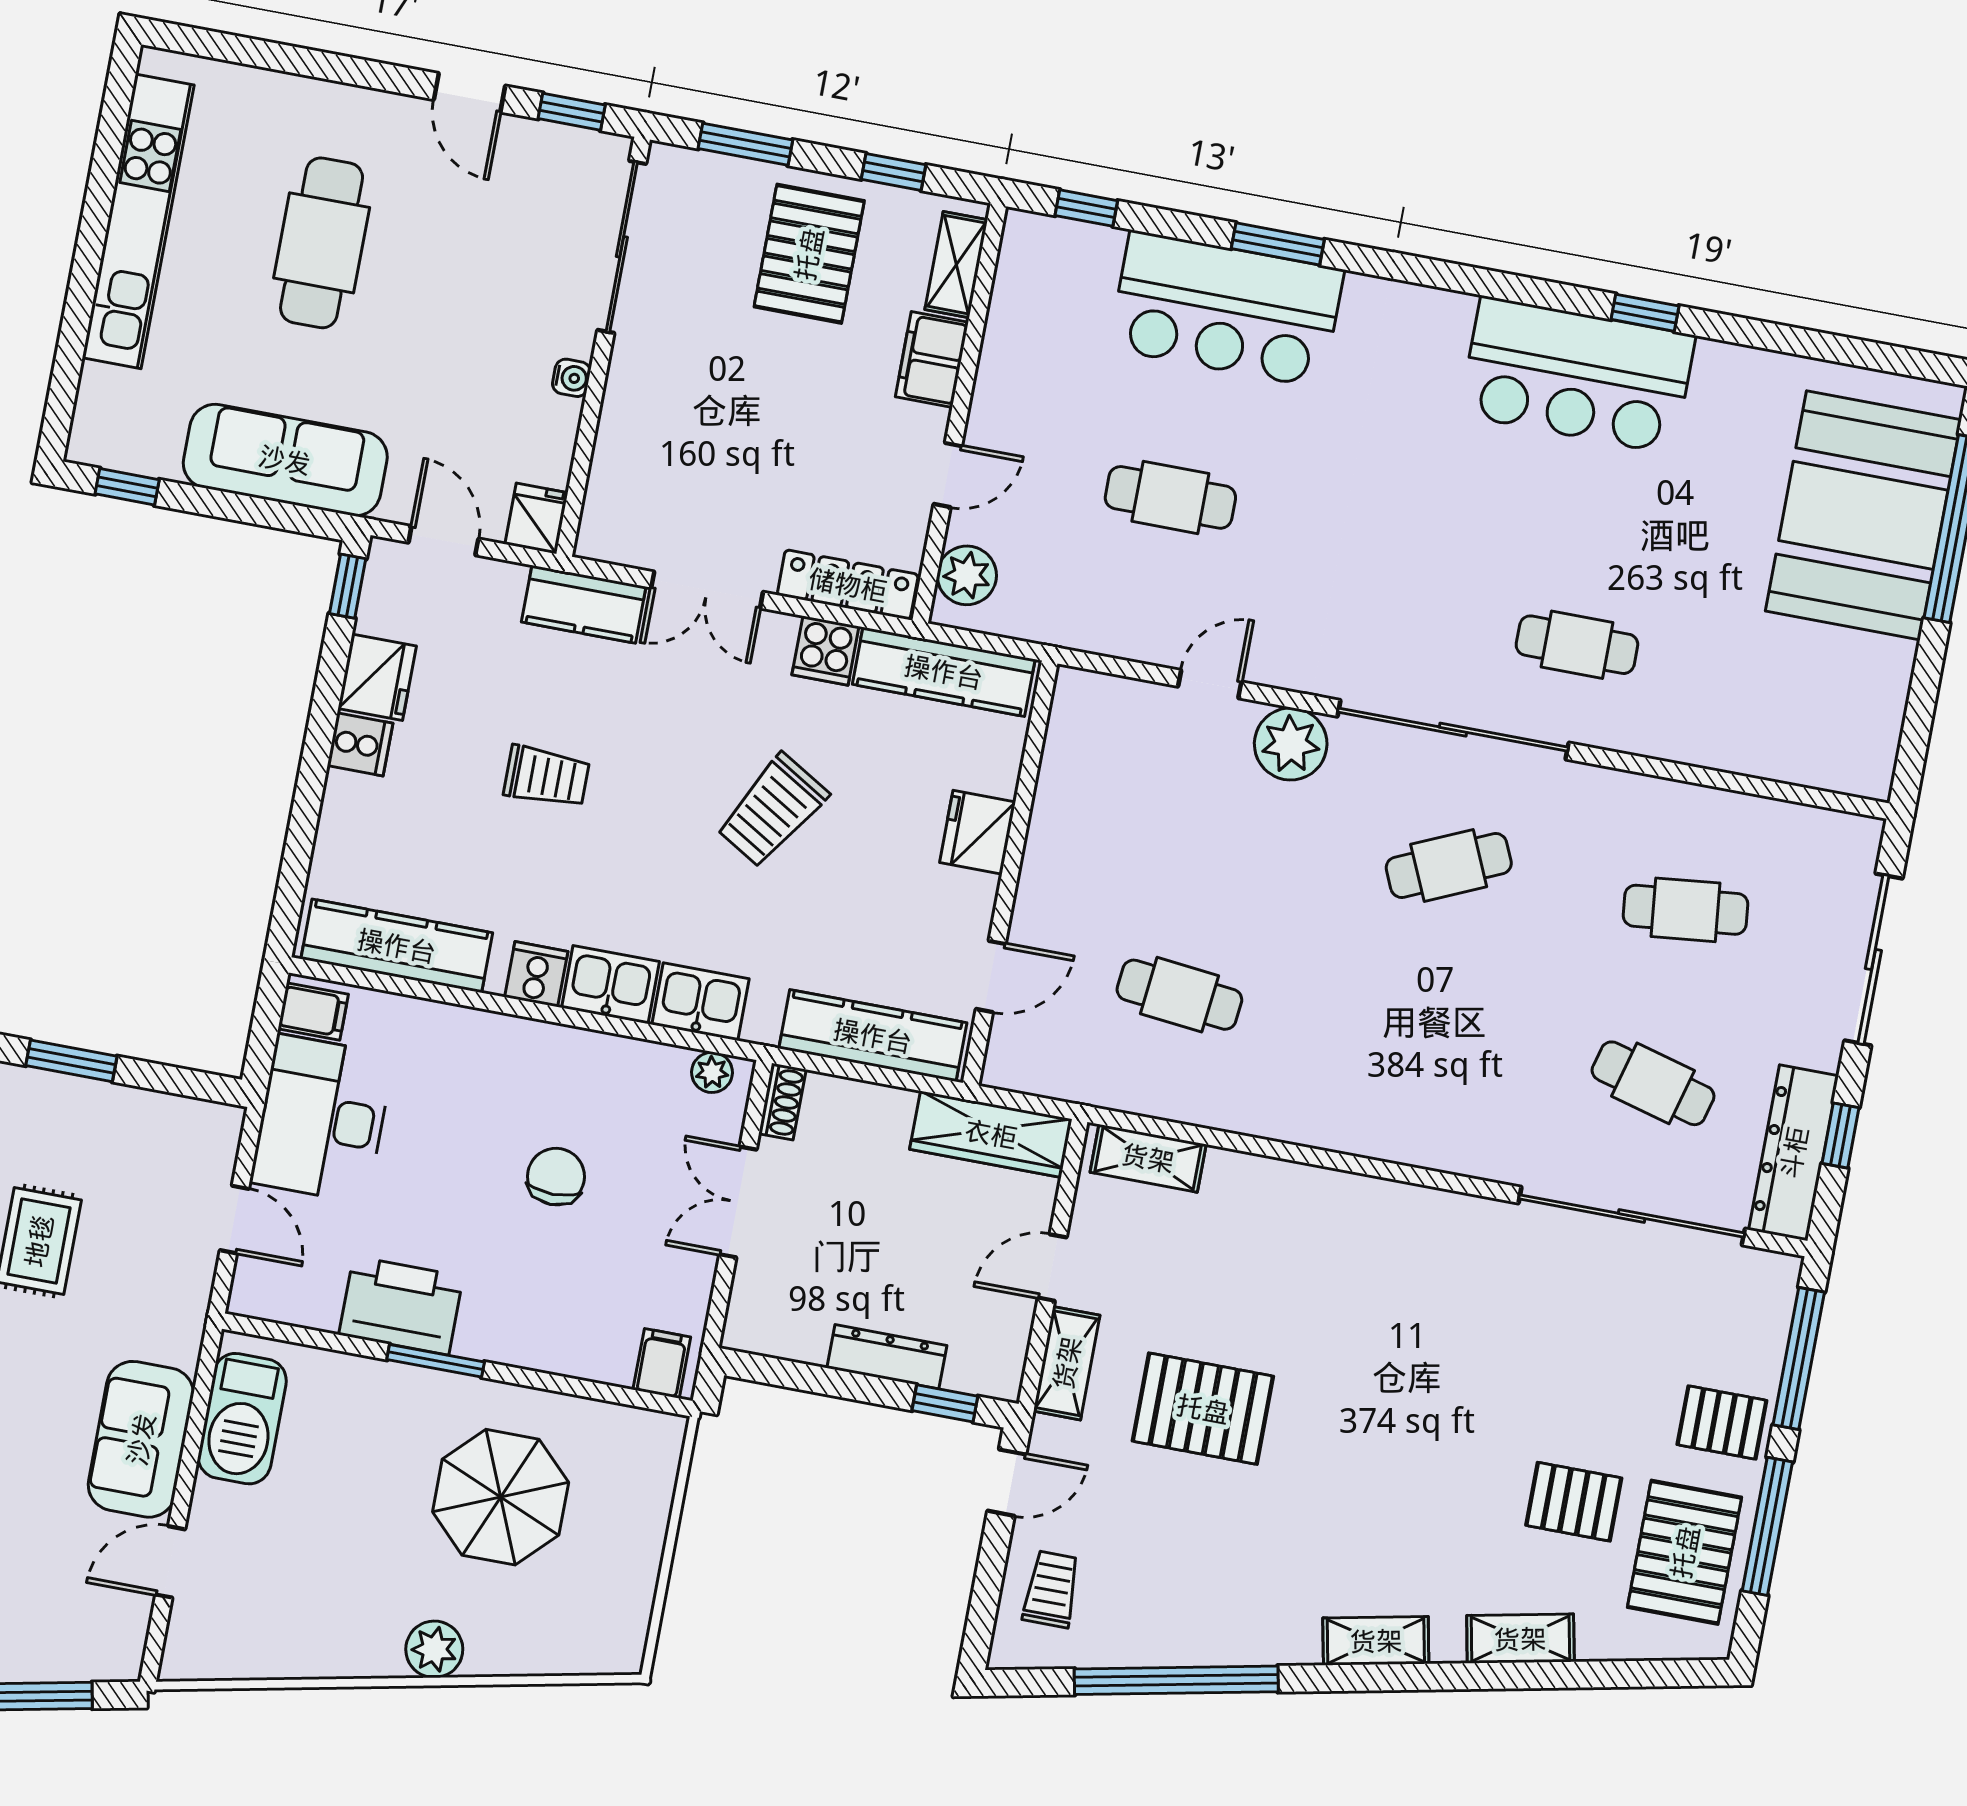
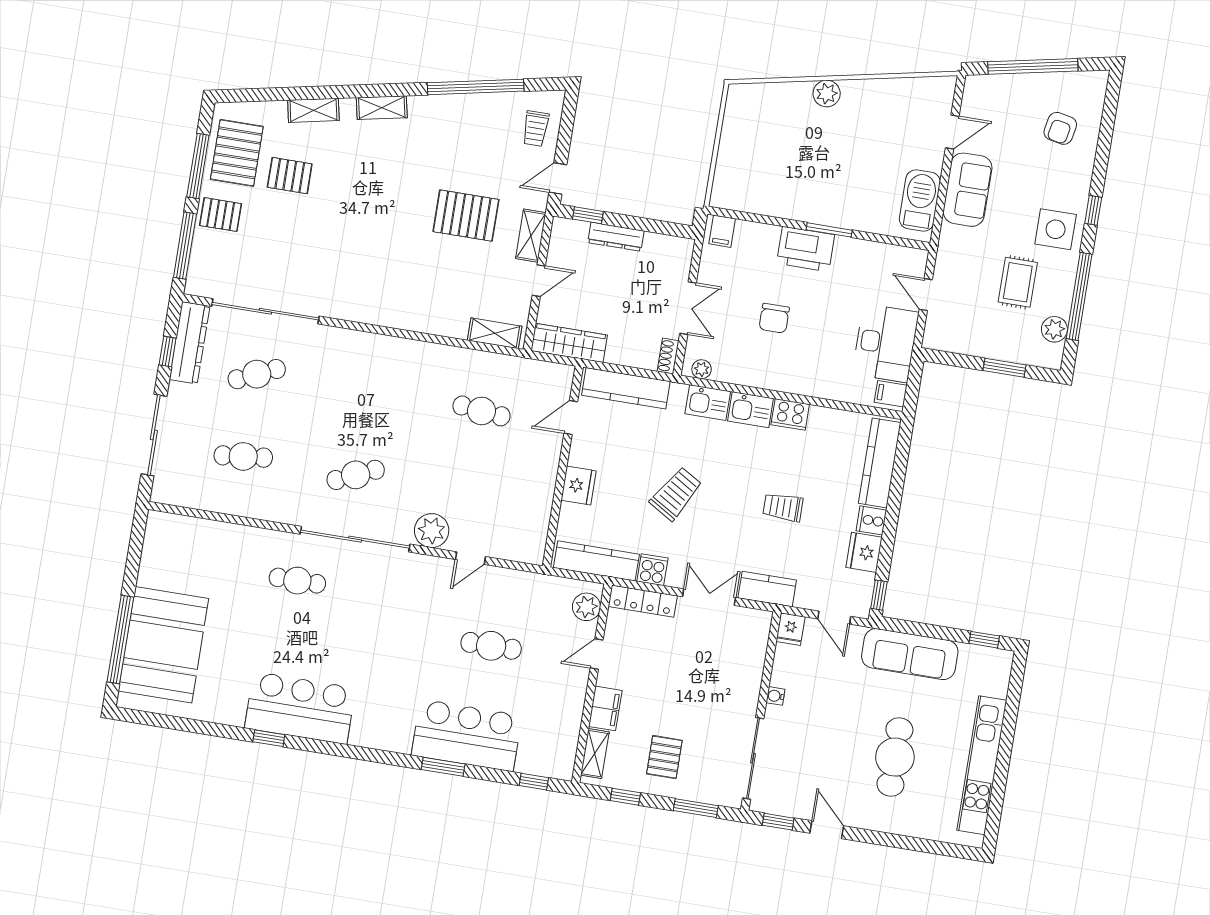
pallet: (809, 254) -> (664, 757), width x0.67, depth x0.71
kitchen counter: (397, 946) -> (880, 463), moved, turned 90
cooker: (536, 974) -> (790, 414), width x1.36
cafe table: (1653, 1083) -> (257, 374), turned -39
printer: (401, 1306) -> (806, 249), moved
parasol: (501, 1497) -> (797, 166), removed

